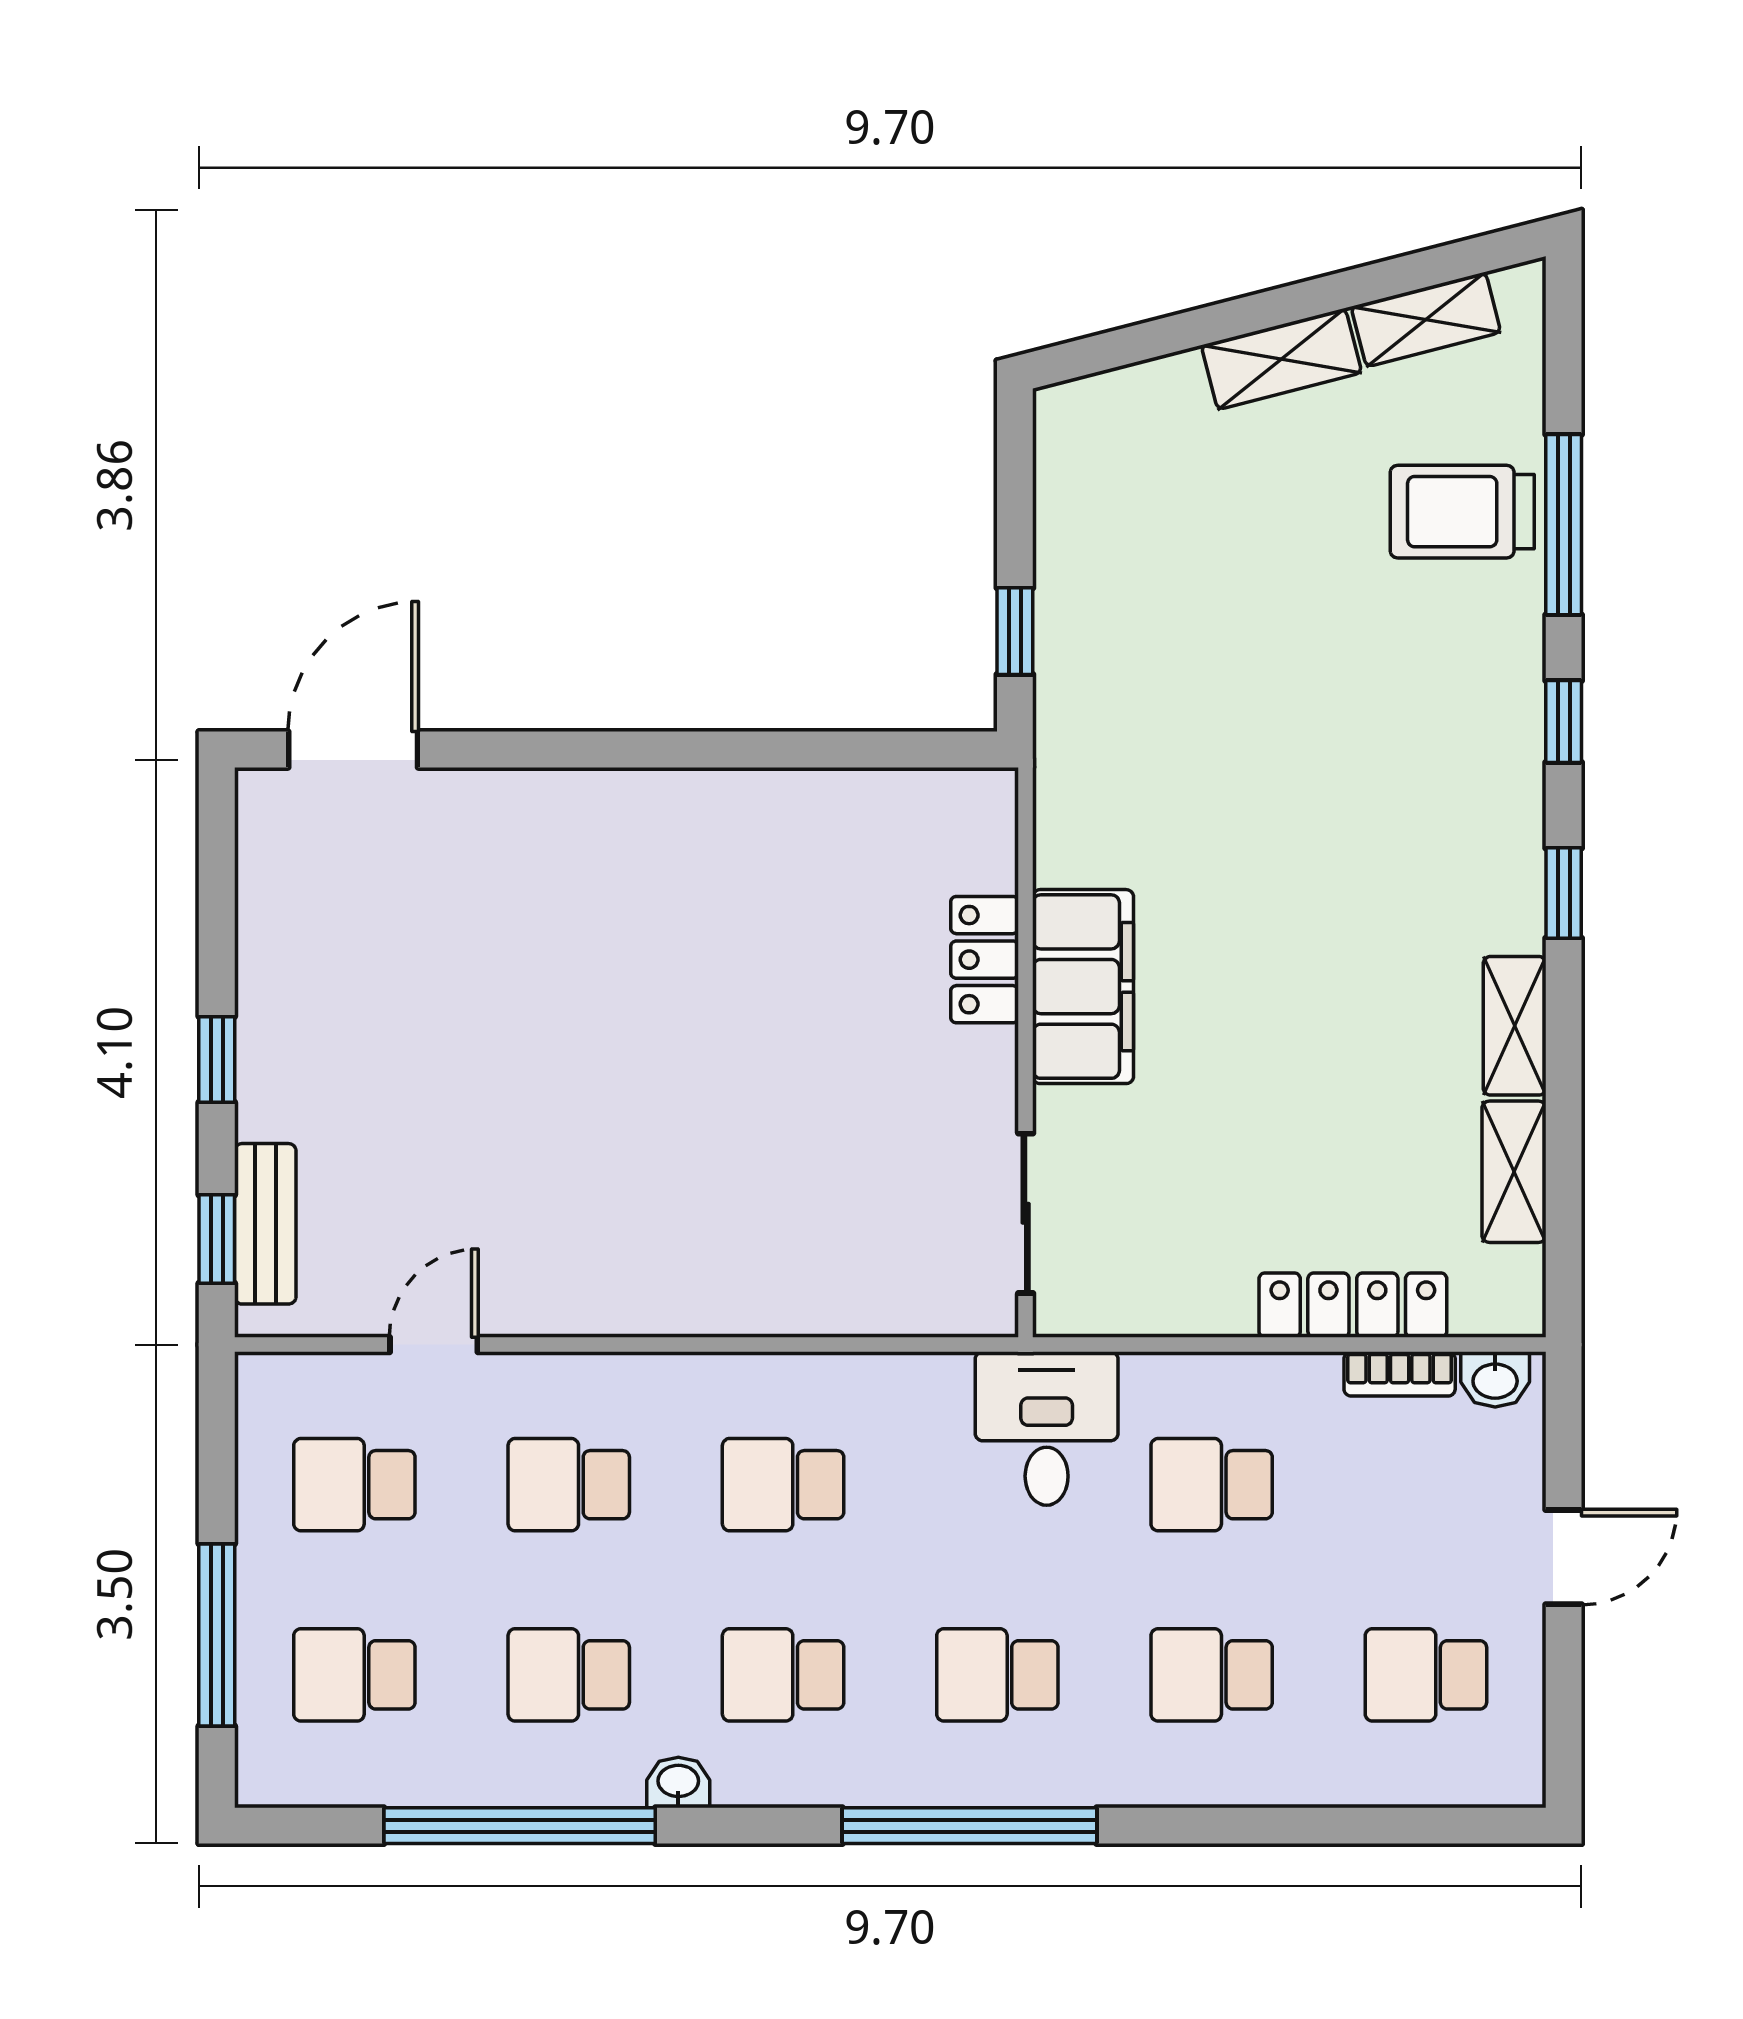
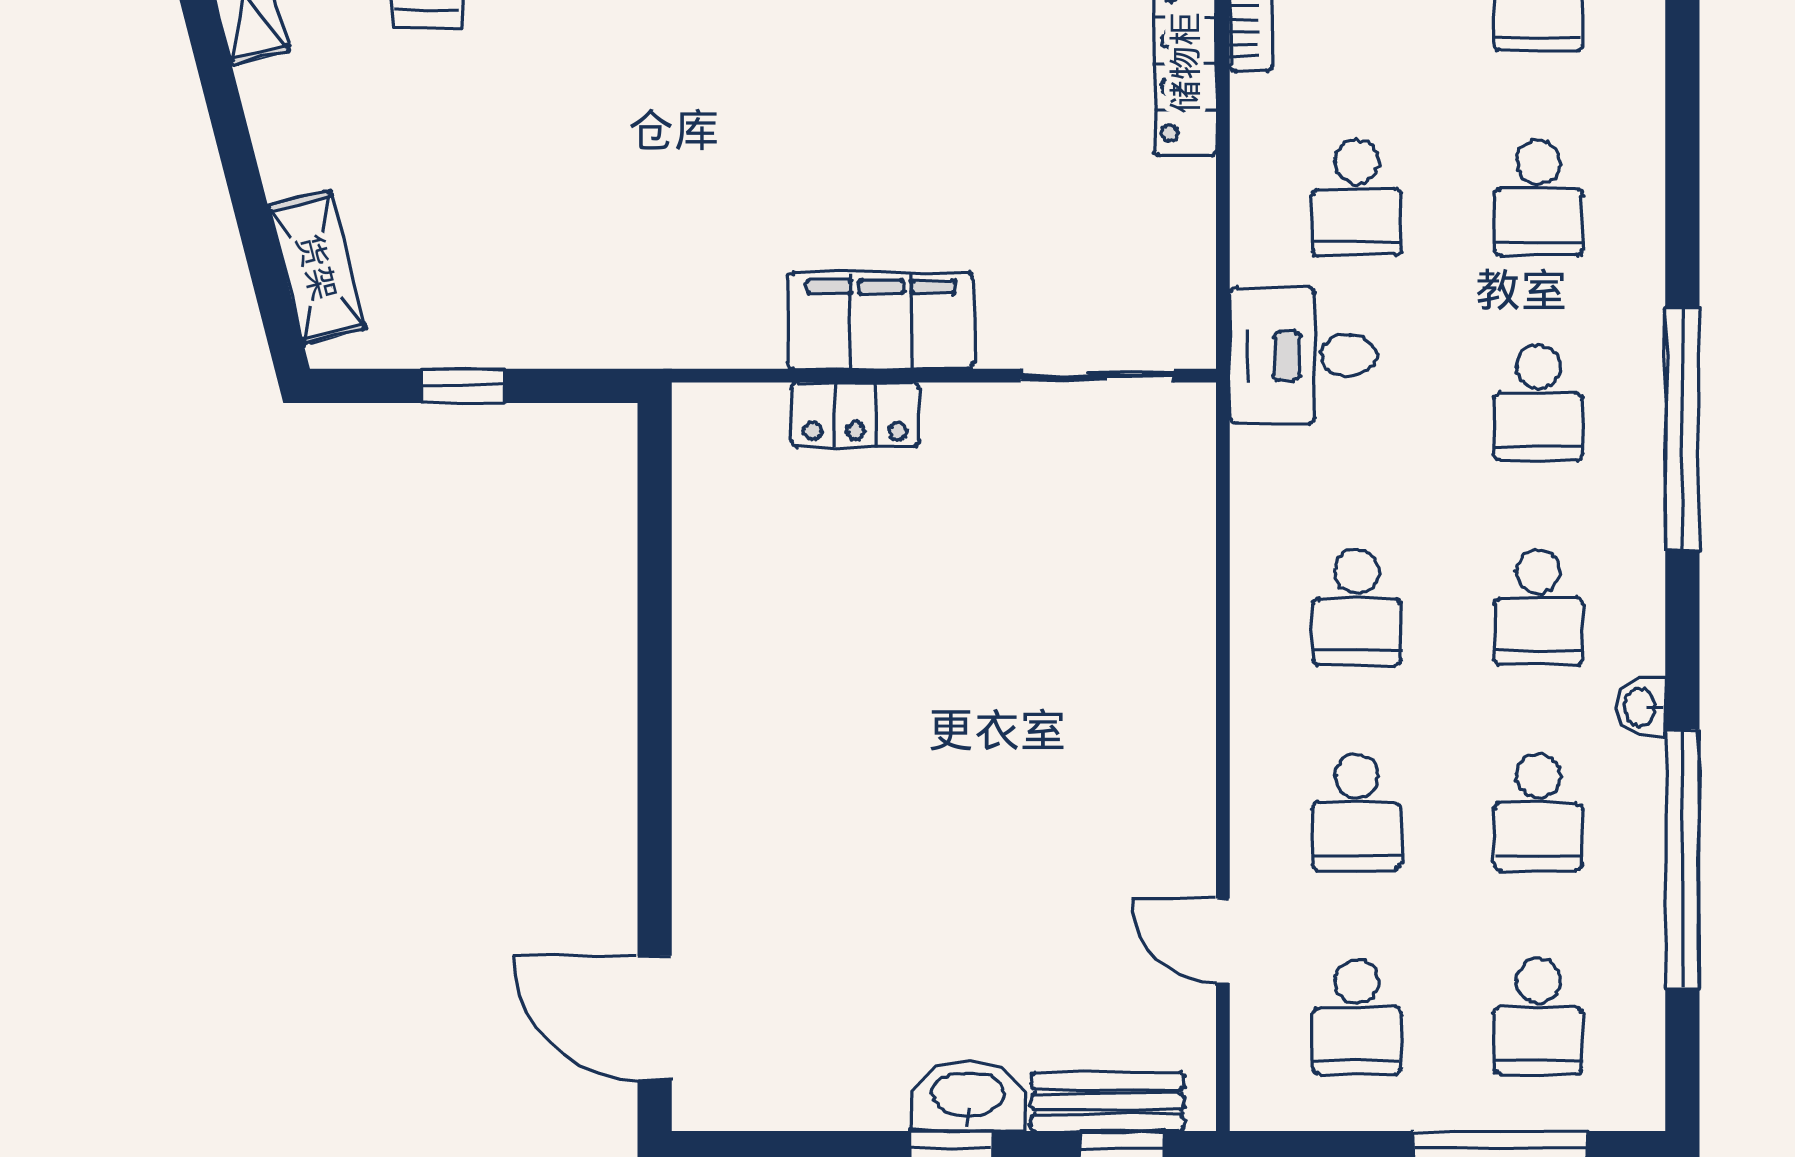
shelving: (1281, 359) -> (317, 267), moved
window: (1015, 631) -> (464, 386), moved
washbasin: (271, 1078) -> (968, 1096), added

